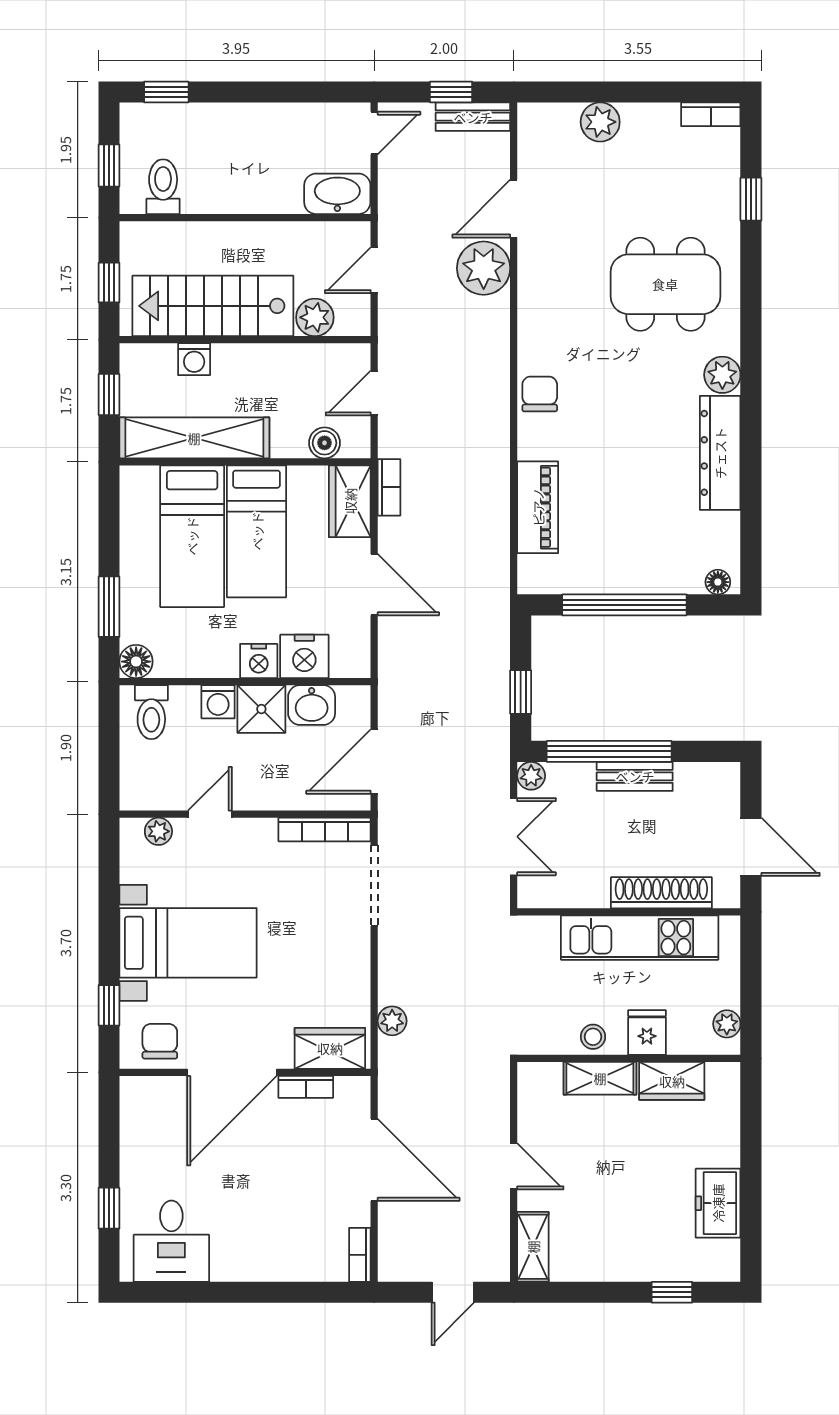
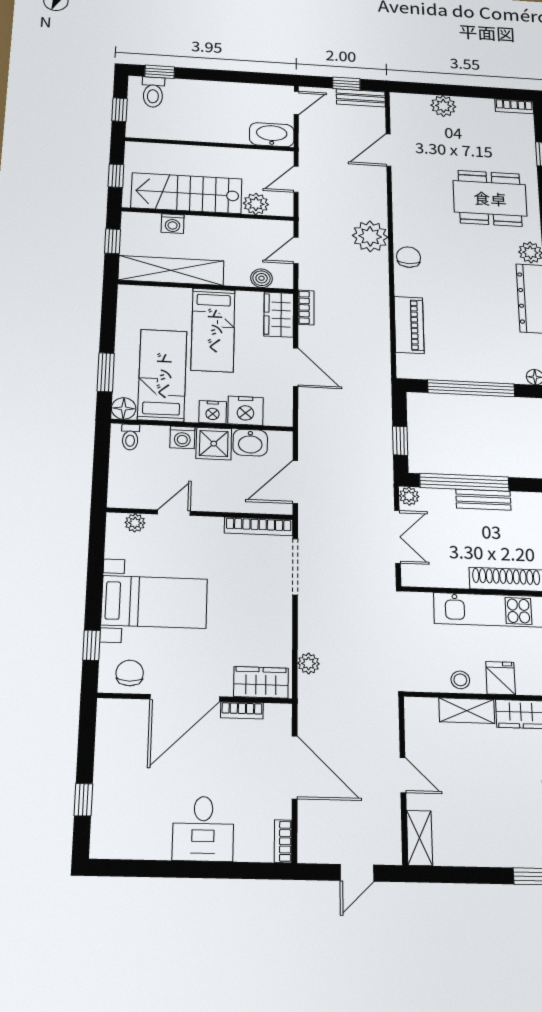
toilet: (163, 187) -> (153, 92), moved, turned 180
plant: (484, 268) -> (370, 236), moved
bed: (192, 536) -> (162, 375), moved, turned 180
toilet: (151, 712) -> (130, 437), width x0.73, depth x0.72
desk: (171, 1241) -> (203, 829), moved

